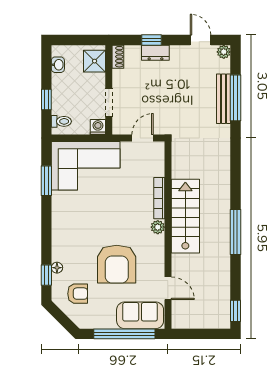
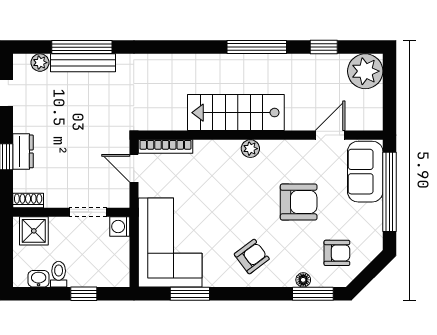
plant: (224, 52) -> (40, 63), moved
toilet: (61, 121) -> (59, 274), moved
bookcase: (159, 198) -> (165, 146), moved
armchair: (75, 228) -> (252, 257), added
armchair: (117, 264) -> (299, 202), width x0.73, depth x0.73
window: (46, 275) -> (313, 294), width x1.50
armchair: (78, 294) -> (337, 253), turned 90
window: (236, 311) -> (324, 47), moved
plant: (217, 315) -> (365, 71), added

